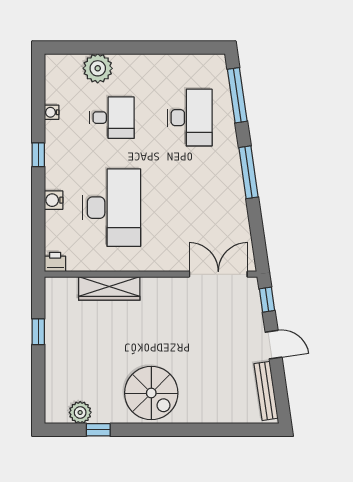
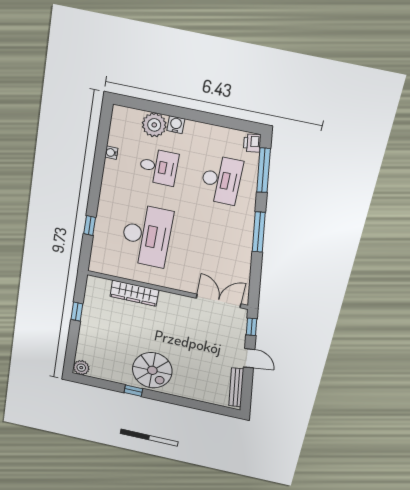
window: (38, 155) -> (90, 226), moved
water cooler: (54, 200) -> (176, 125), moved, turned 90
printer: (55, 262) -> (252, 143), moved, turned -98
plant: (80, 412) -> (81, 368), moved
window: (98, 430) -> (133, 391), moved

